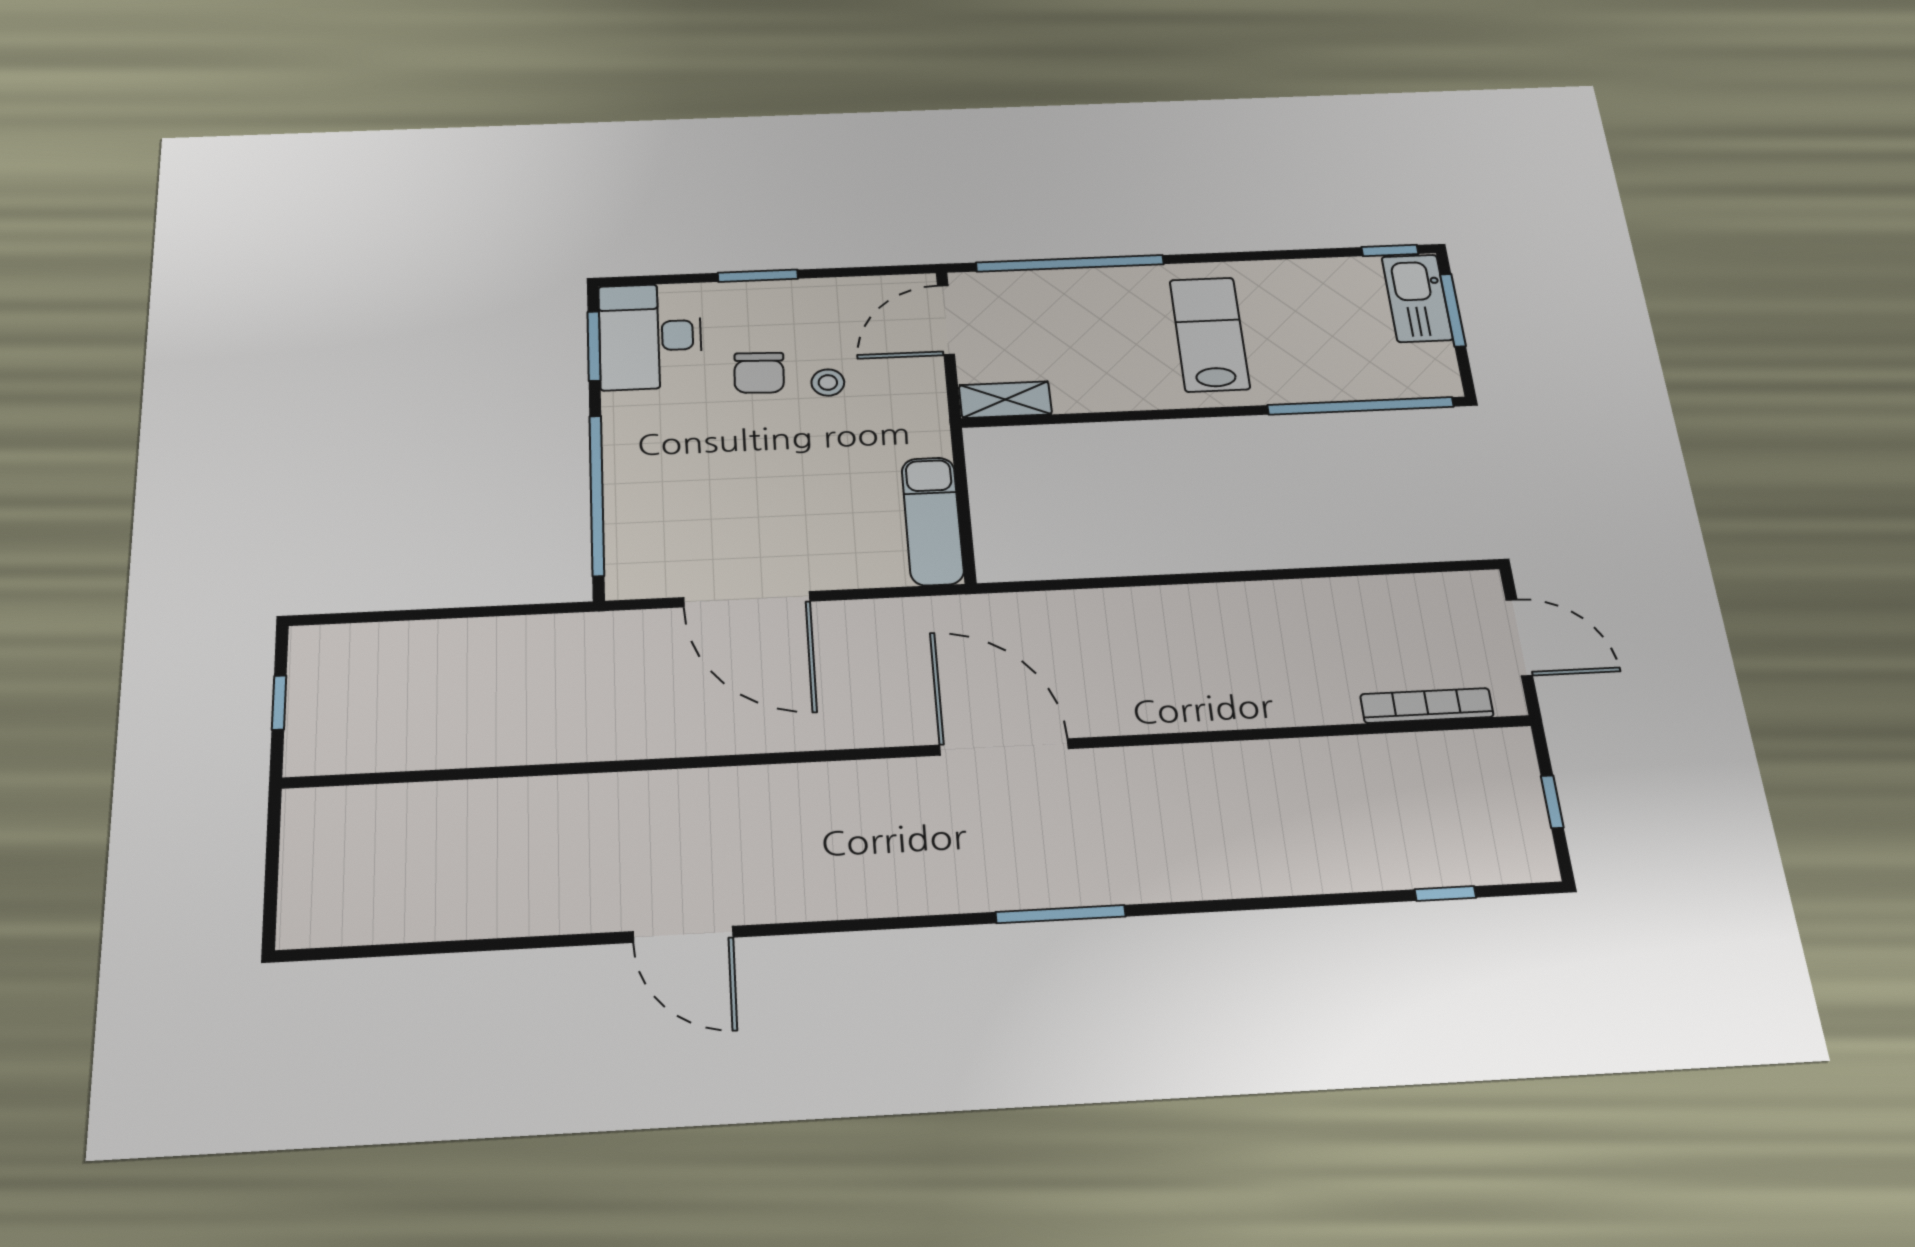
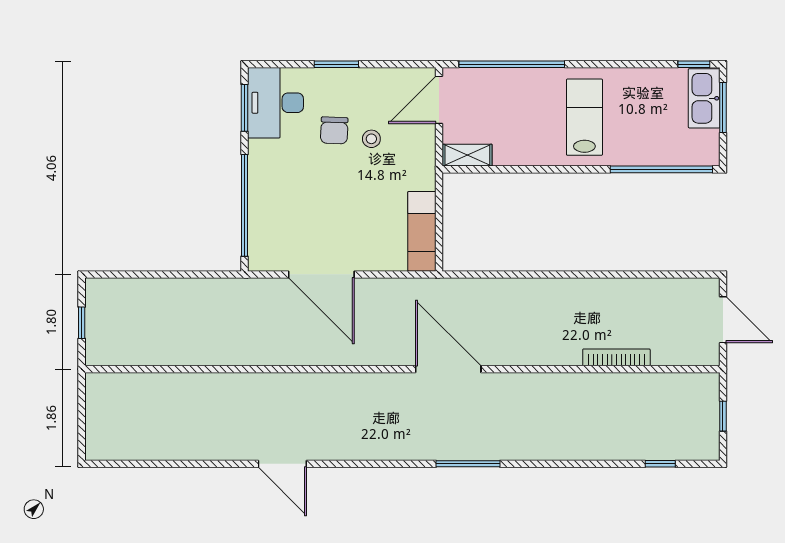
bookcase: (1427, 706) -> (616, 357), moved

